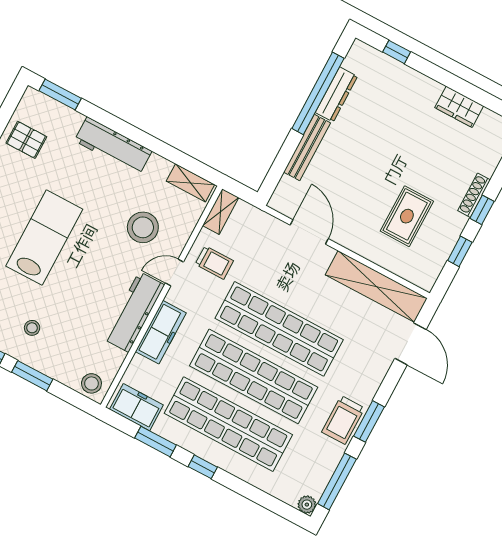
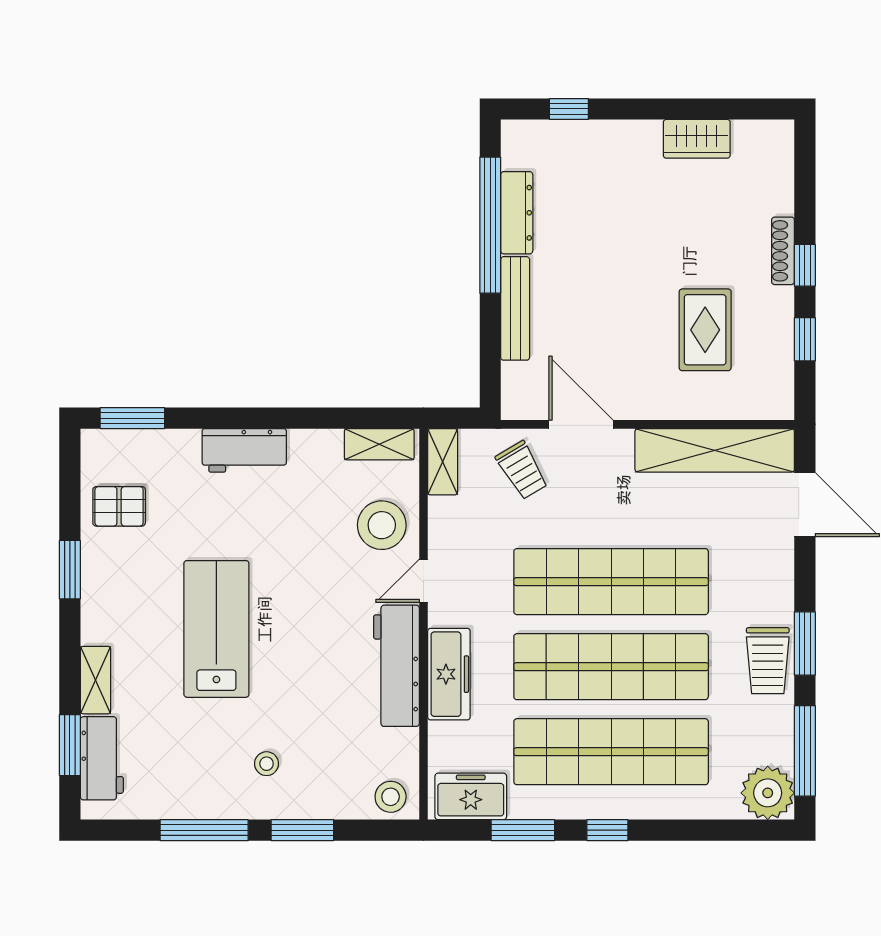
workbench: (113, 146) -> (244, 450), width x0.73
stool: (143, 227) -> (382, 525), moved
trolley: (214, 263) -> (522, 470), moved, turned 59
plant: (307, 505) -> (768, 793), width x1.87, depth x1.87

